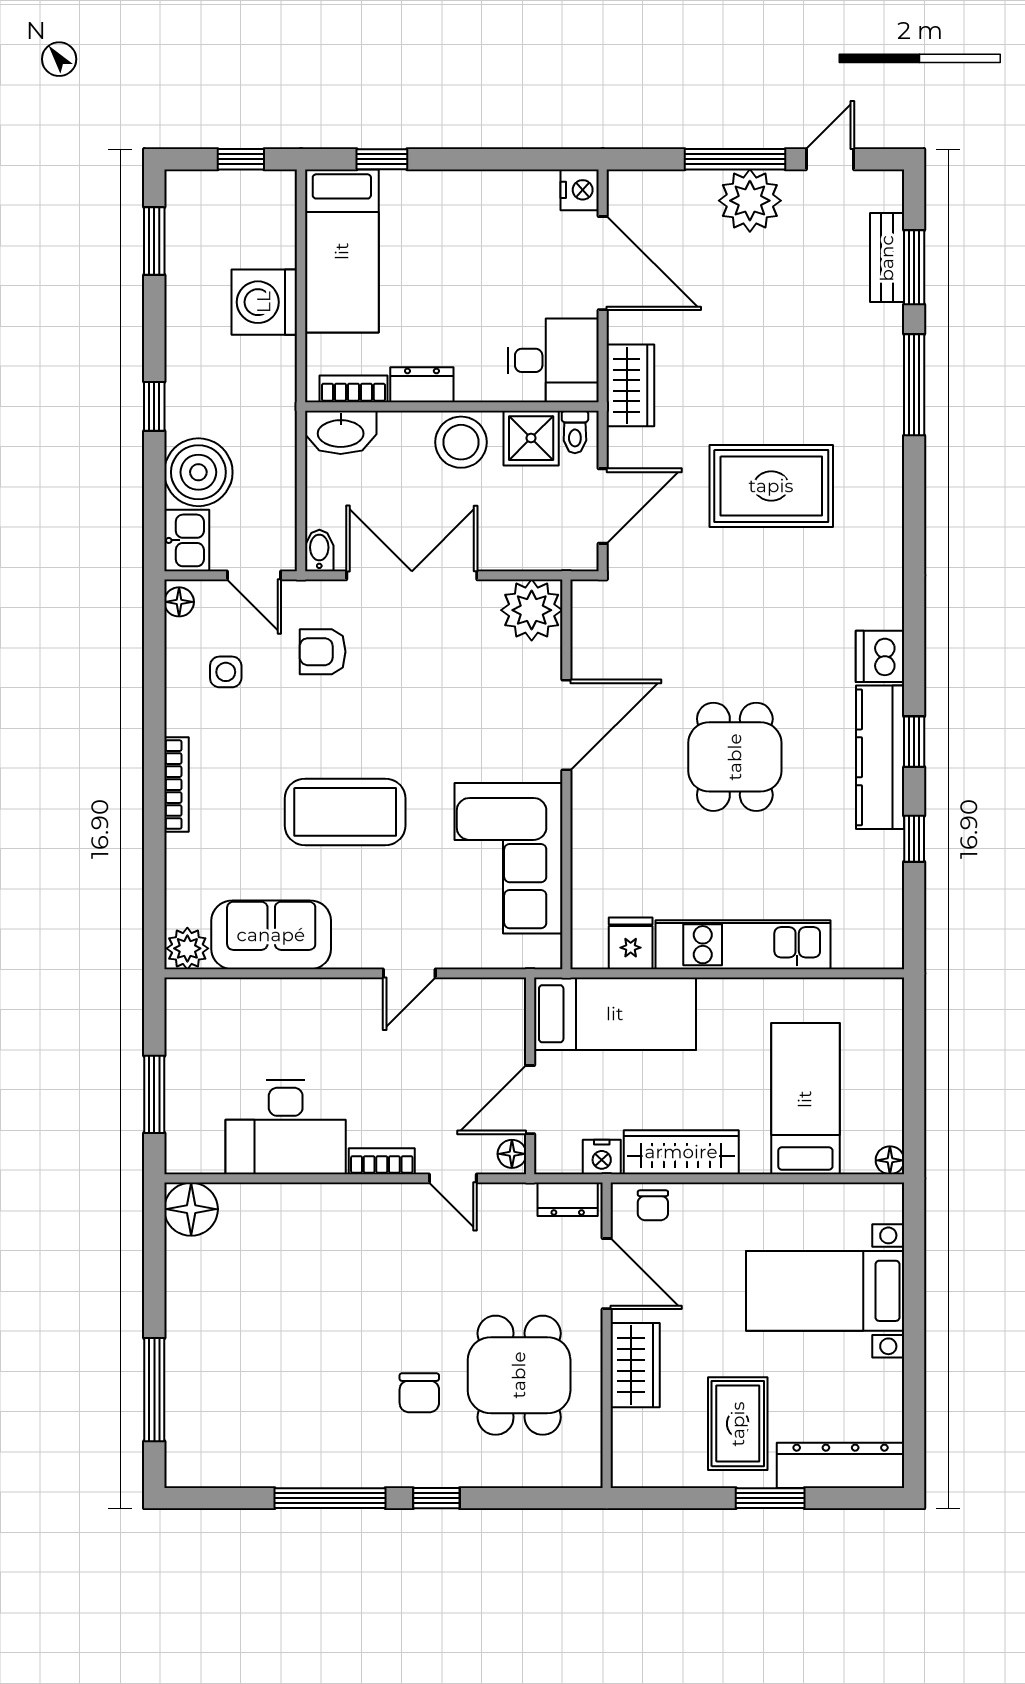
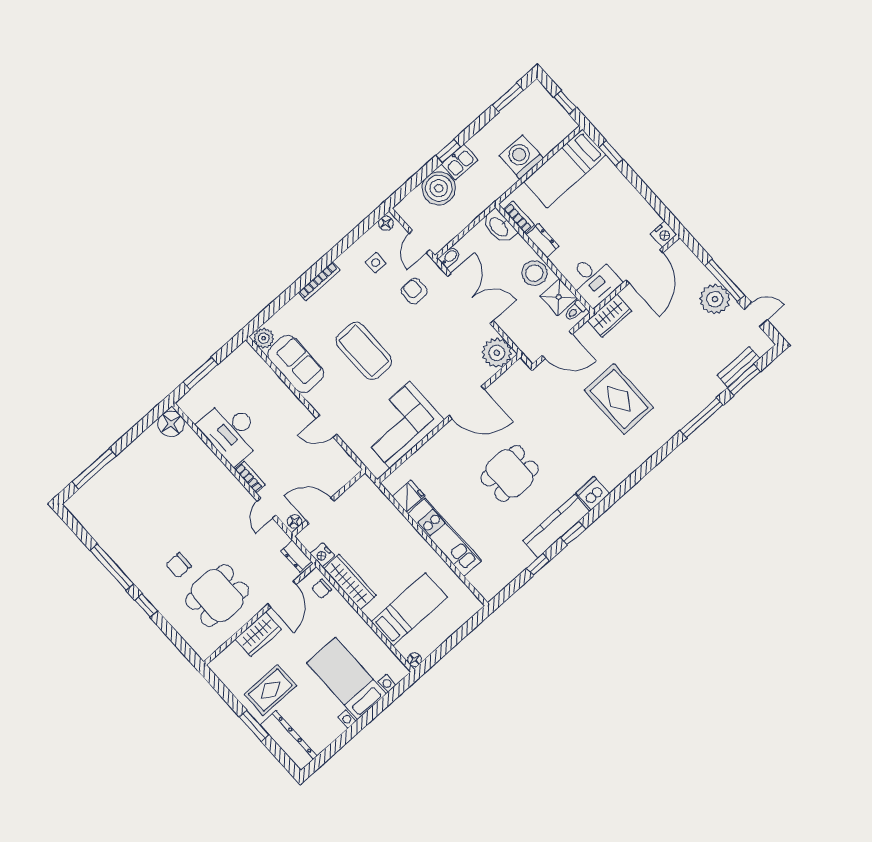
kitchen sink: (187, 540) -> (460, 162), moved
bed: (615, 1014) -> (378, 513), removed

